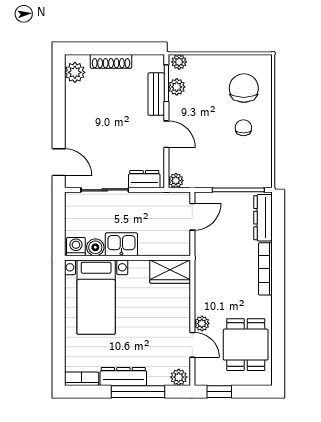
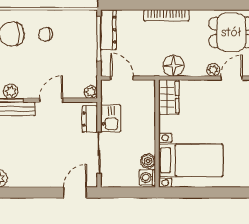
dresser: (263, 218) -> (108, 30), moved, turned -90
kitchen sink: (121, 244) -> (111, 118), moved, turned 180
floor lamp: (207, 277) -> (173, 66), added

